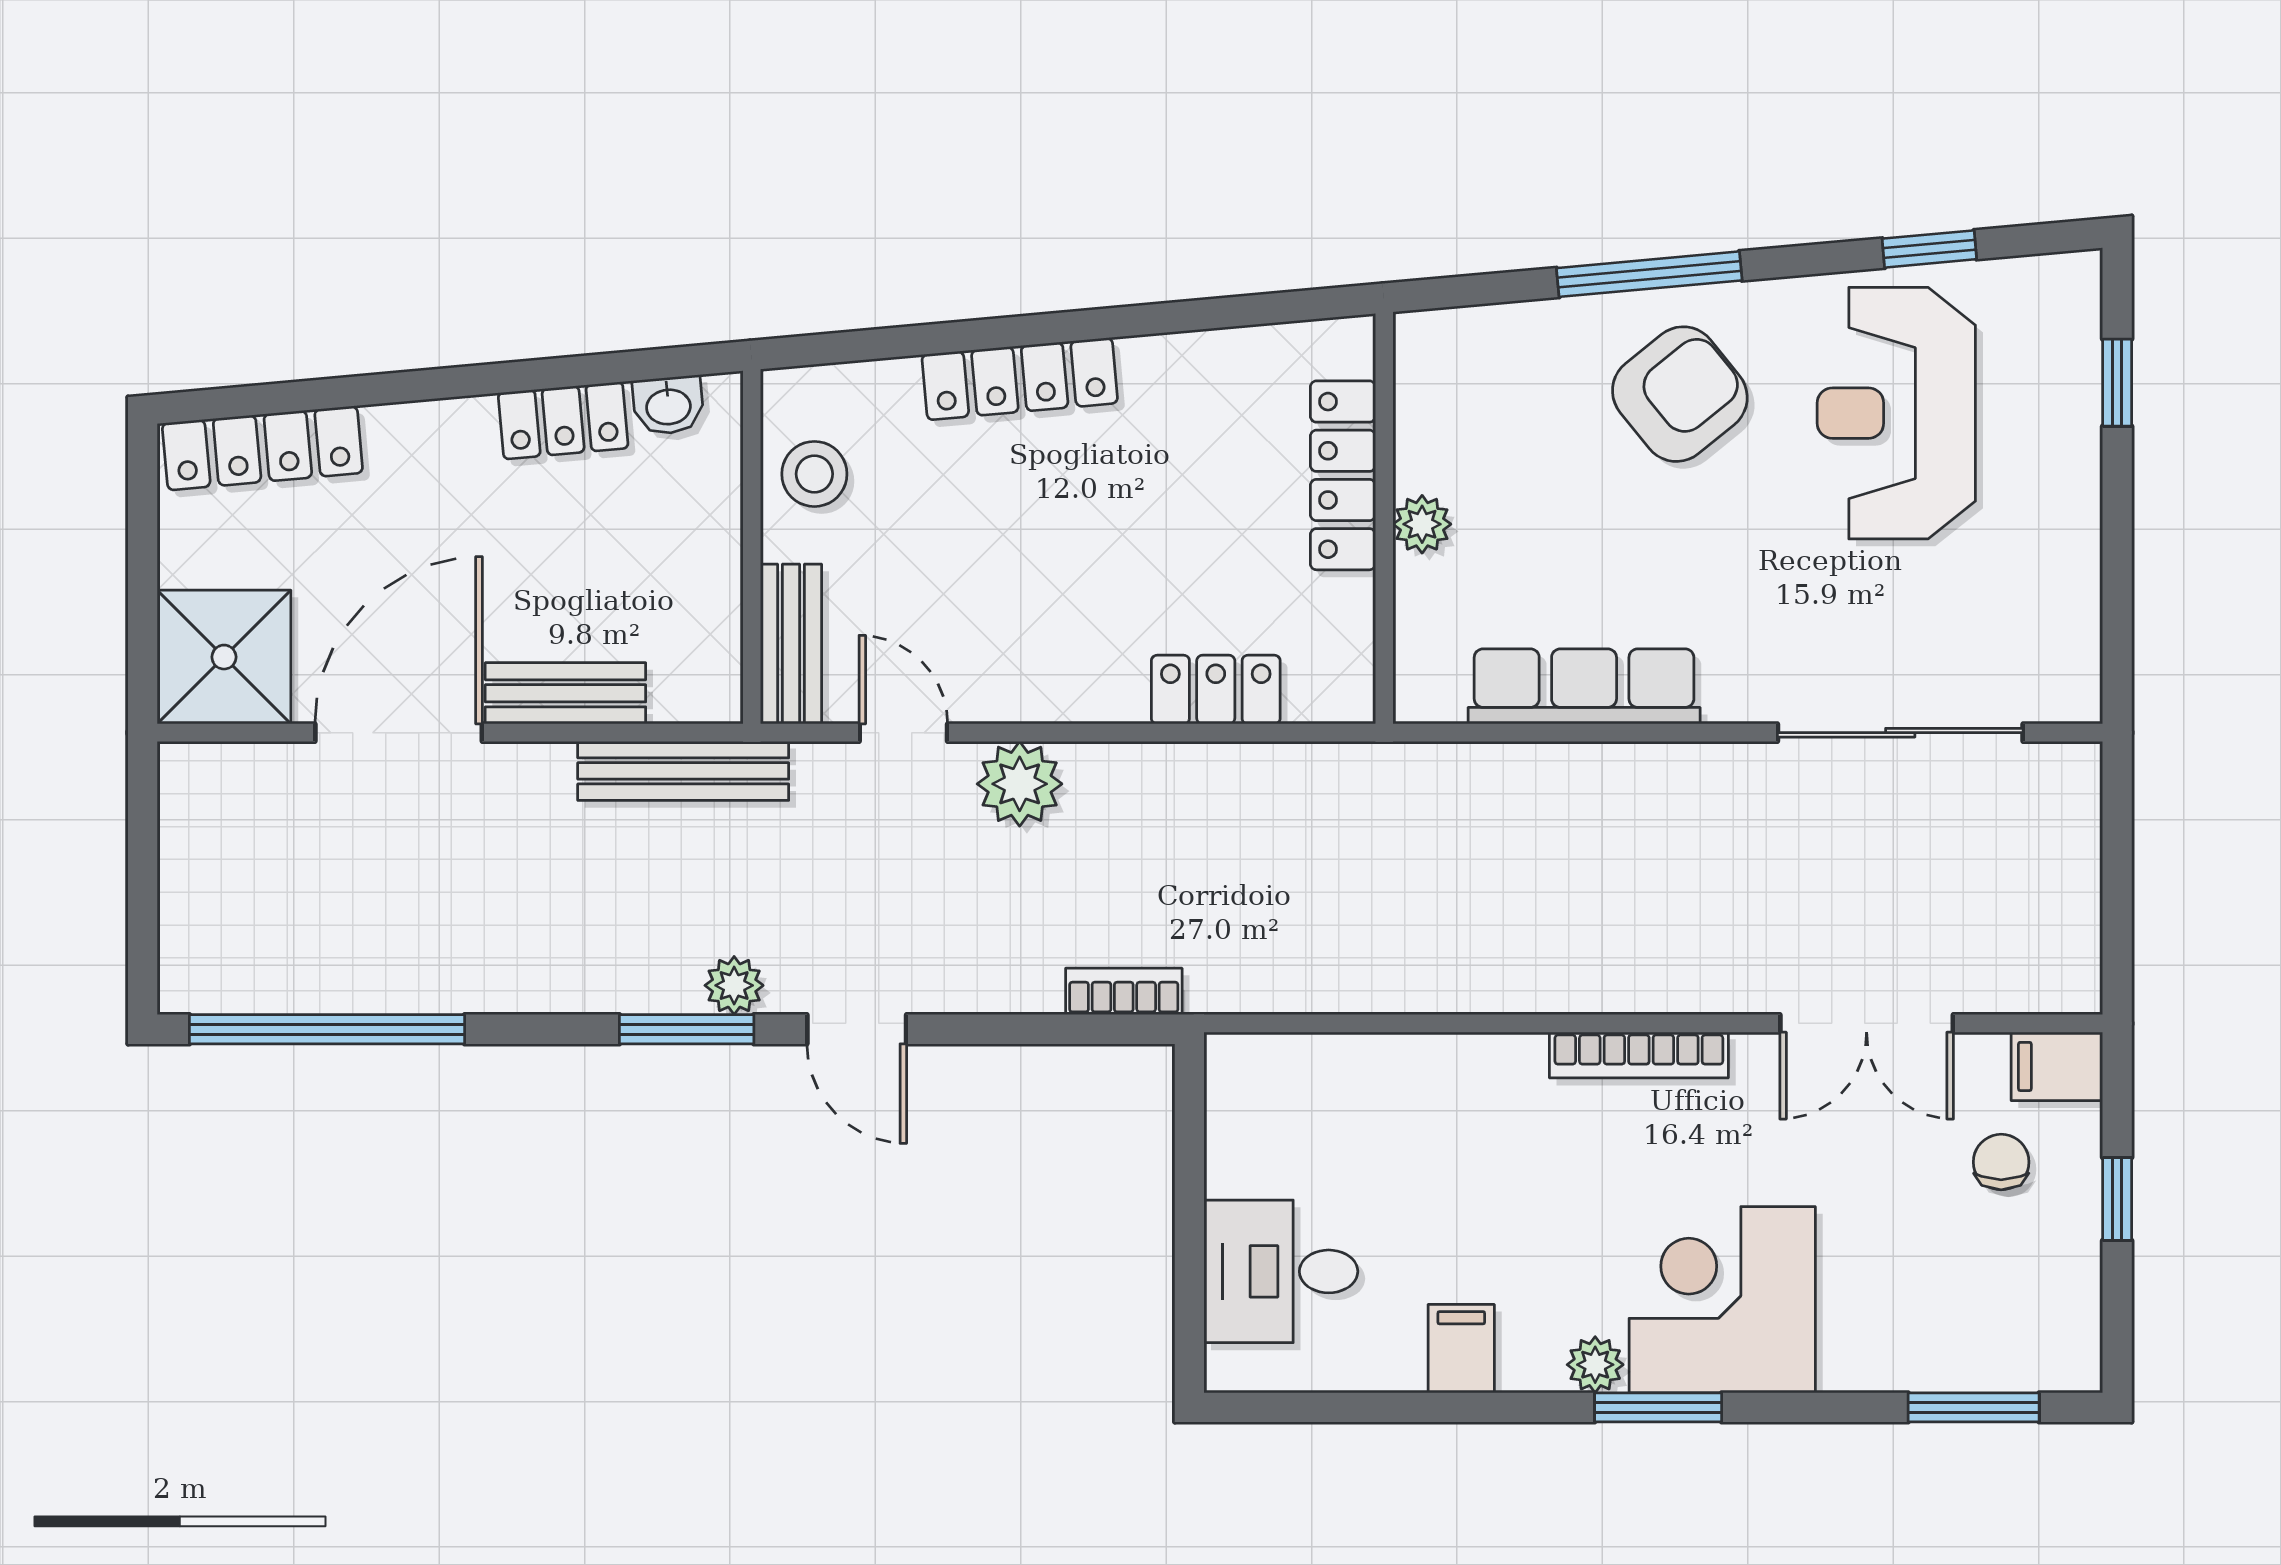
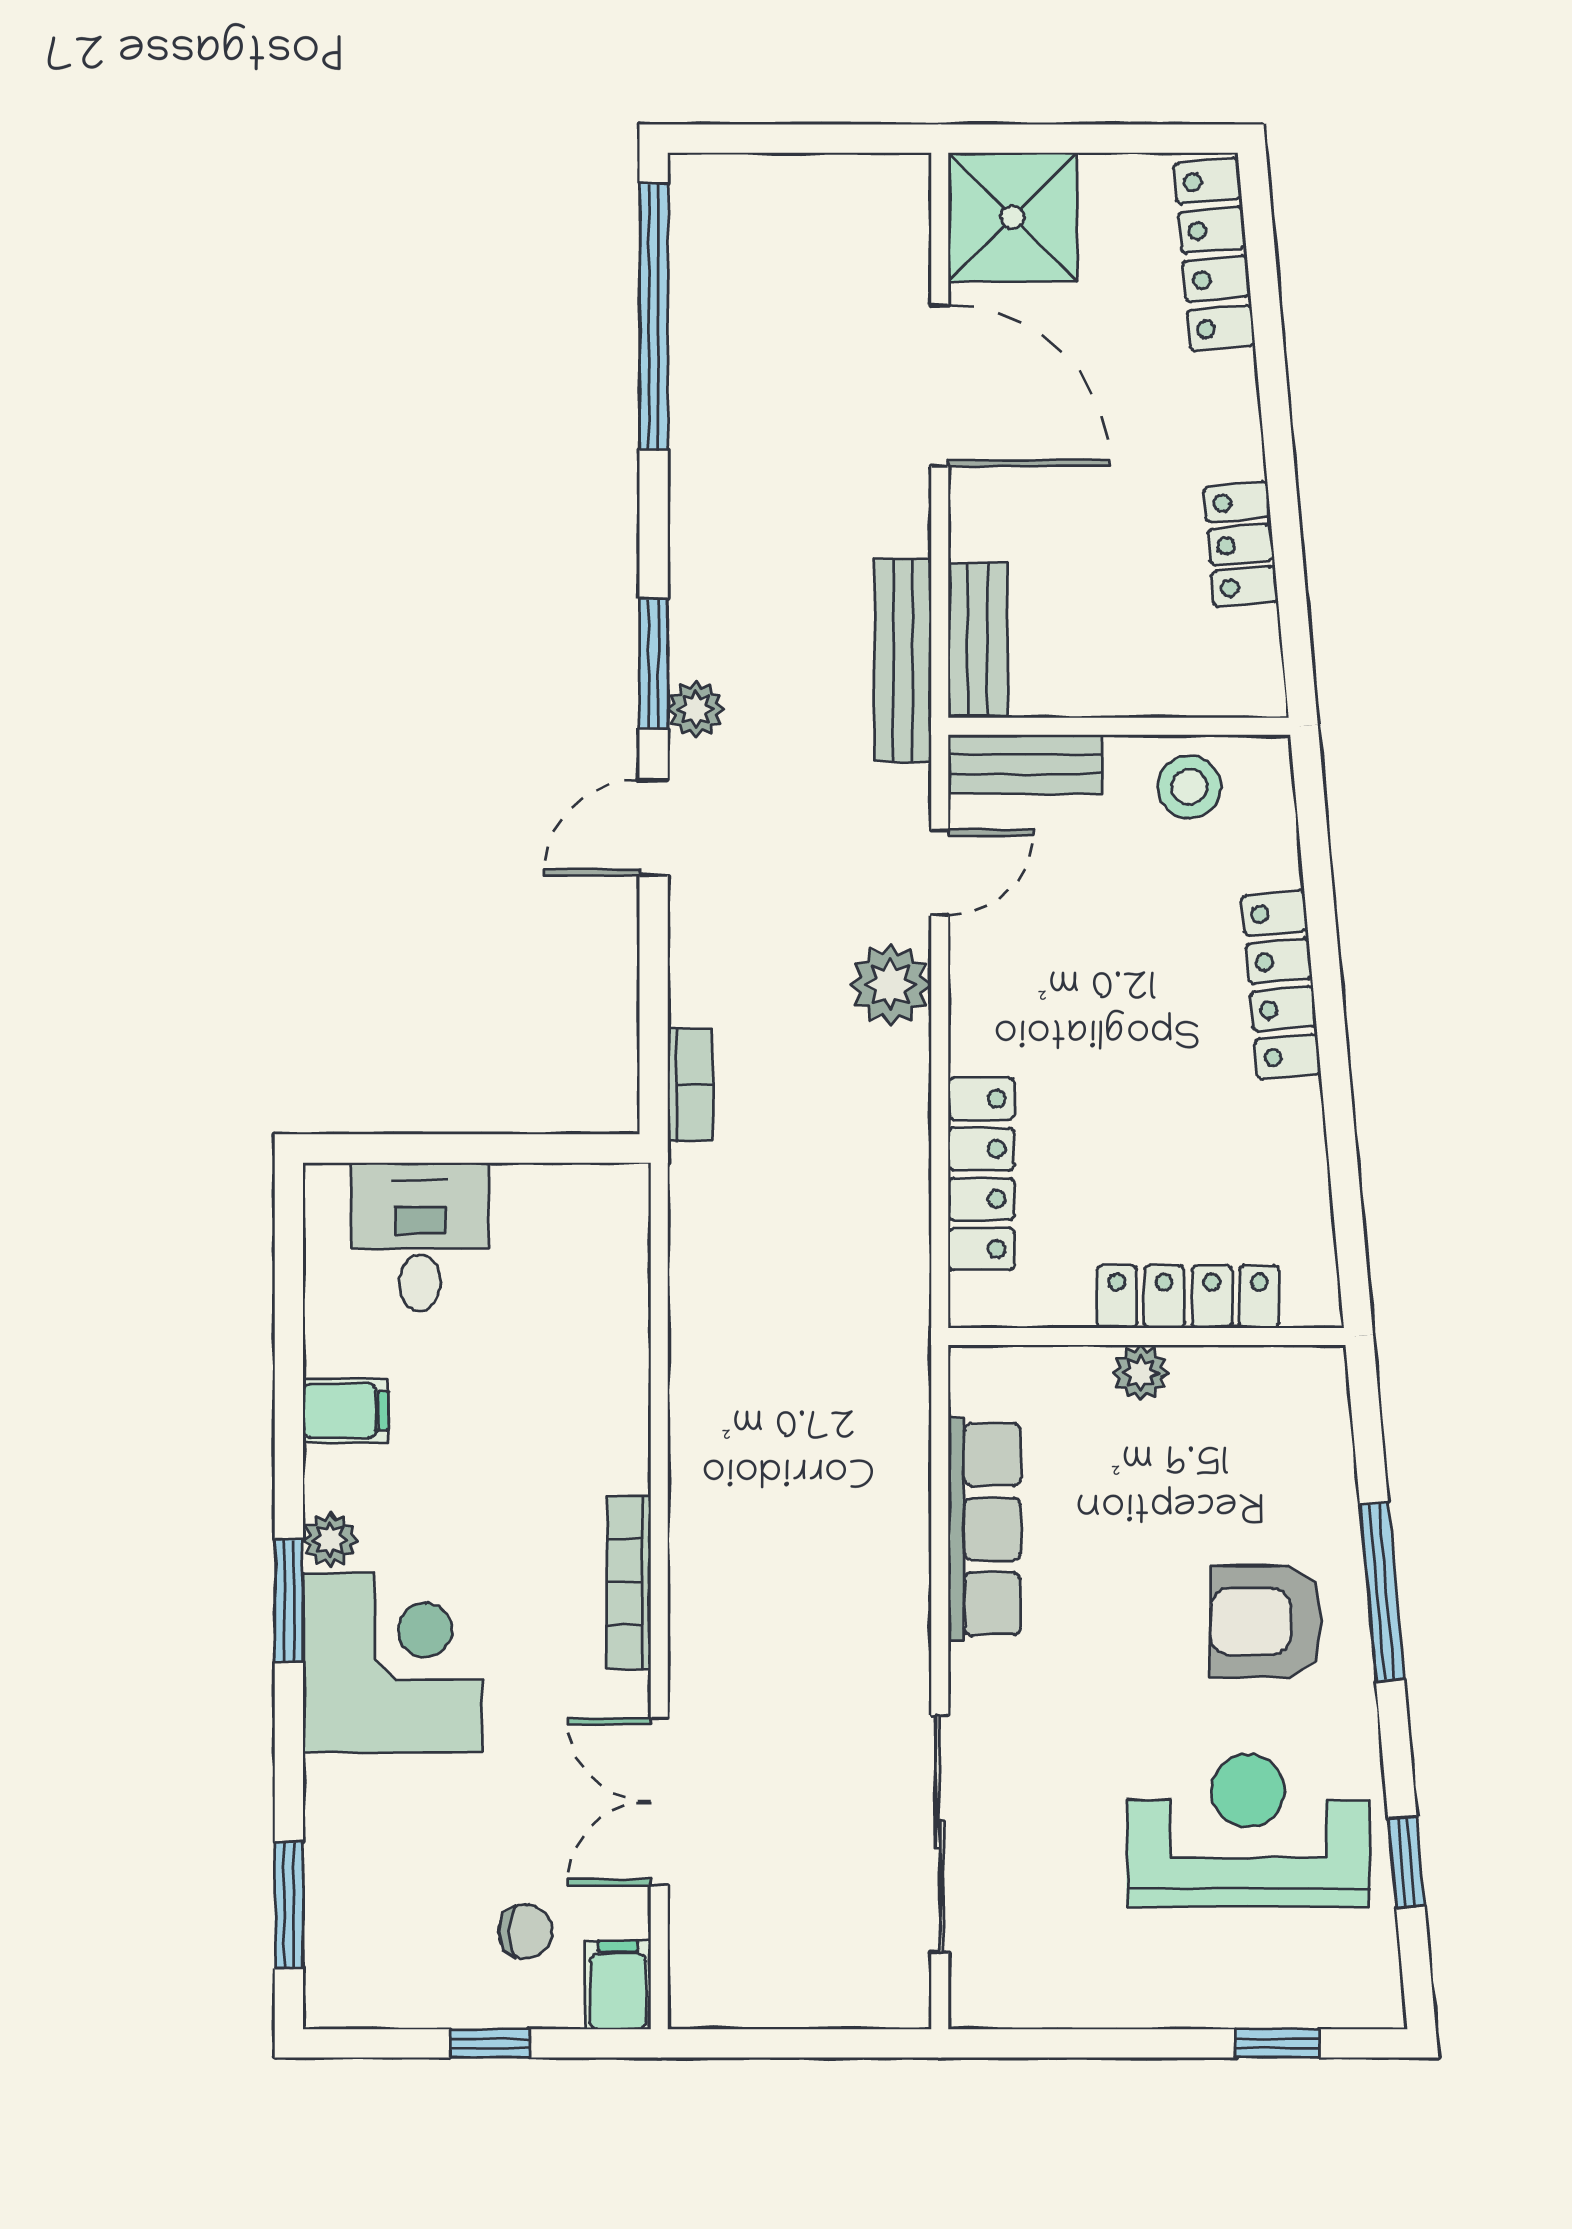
armchair: (1680, 394) -> (1266, 1622), turned 129
washbasin: (668, 405) -> (1256, 646), removed
locker: (1216, 690) -> (981, 1174), width x1.53
bench: (565, 693) -> (978, 640), moved

